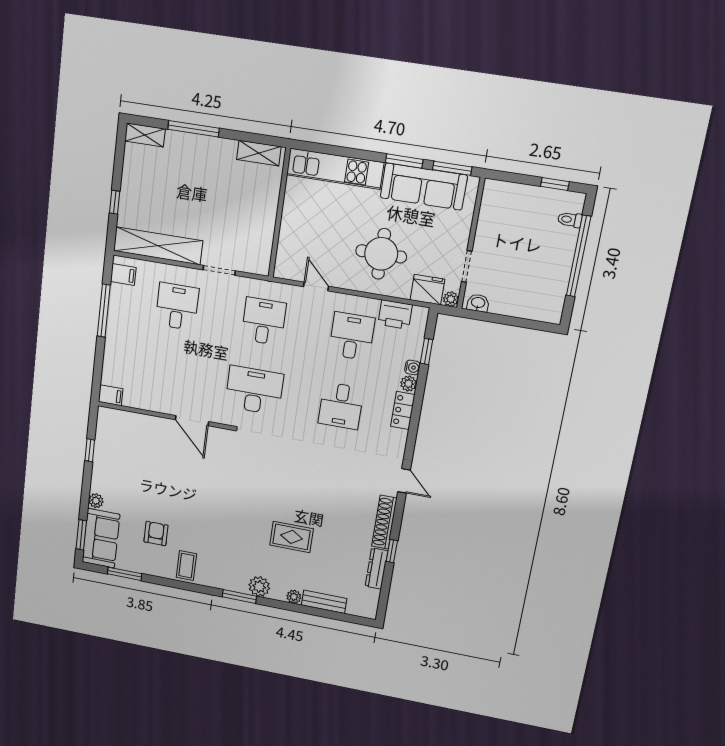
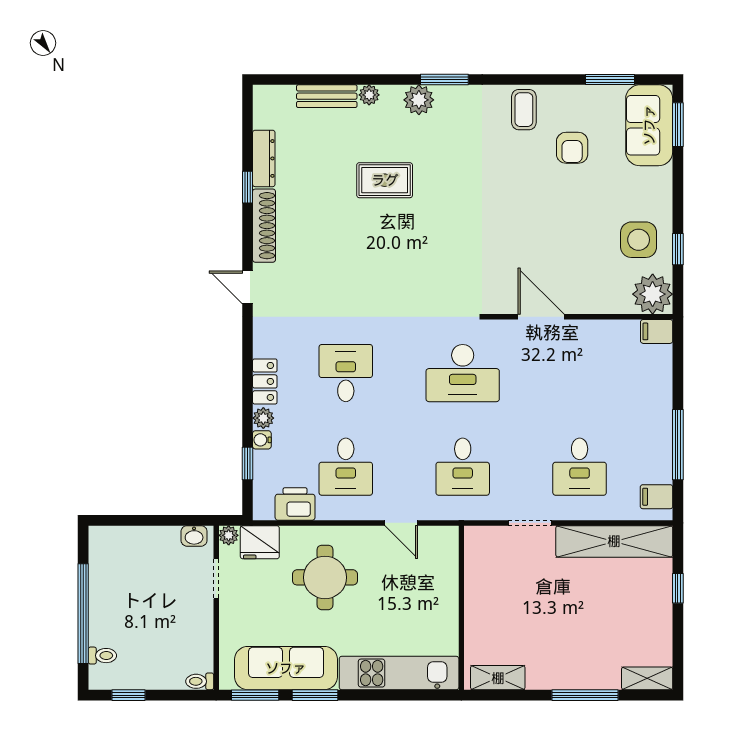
toilet: (495, 186) -> (200, 681), added
side table: (117, 462) -> (639, 240), added
plant: (96, 501) -> (653, 294), moved, width x1.88, depth x1.88

